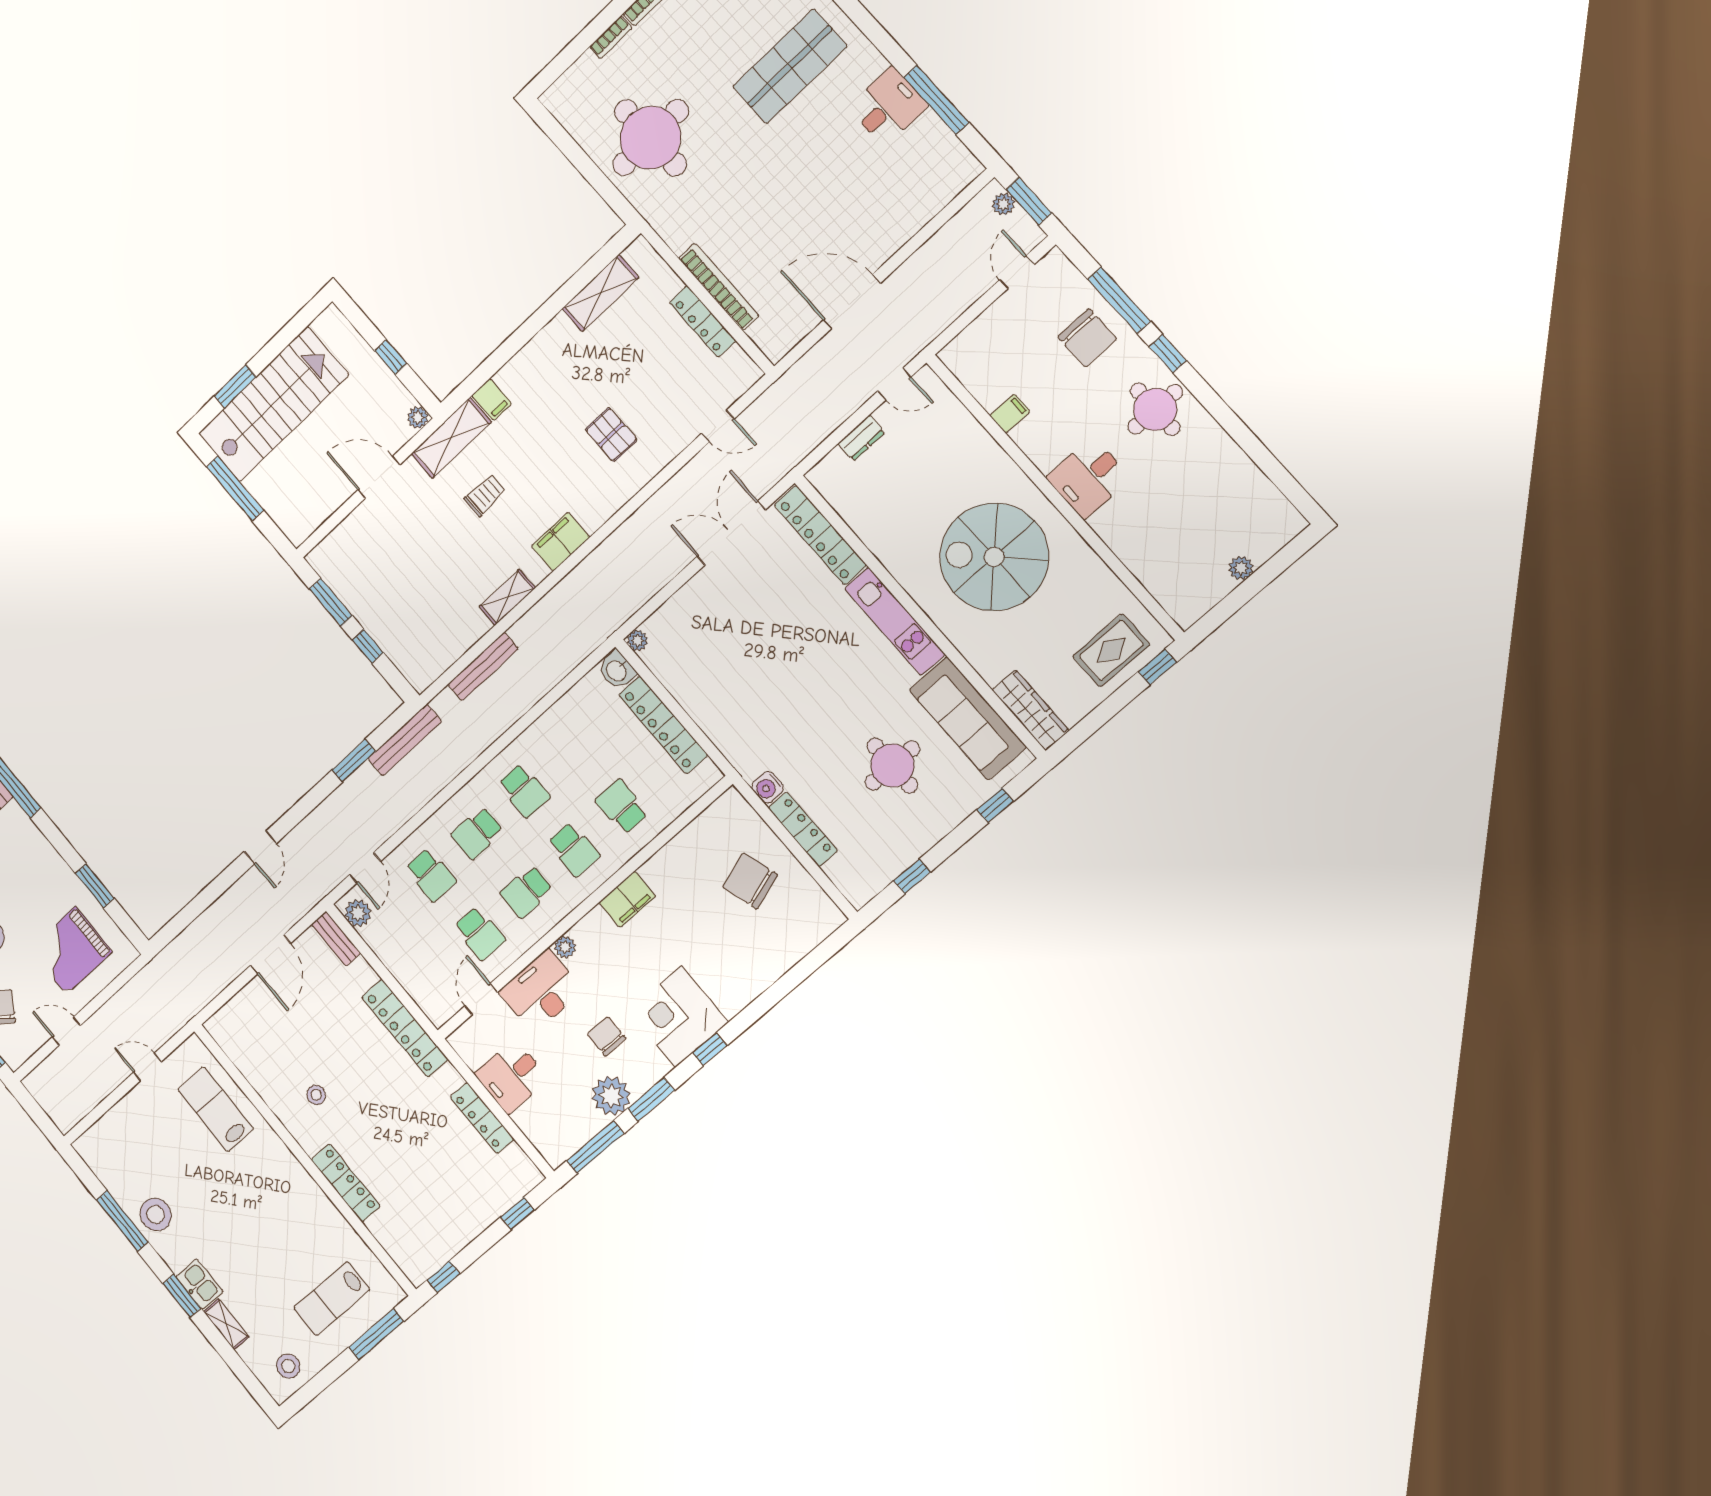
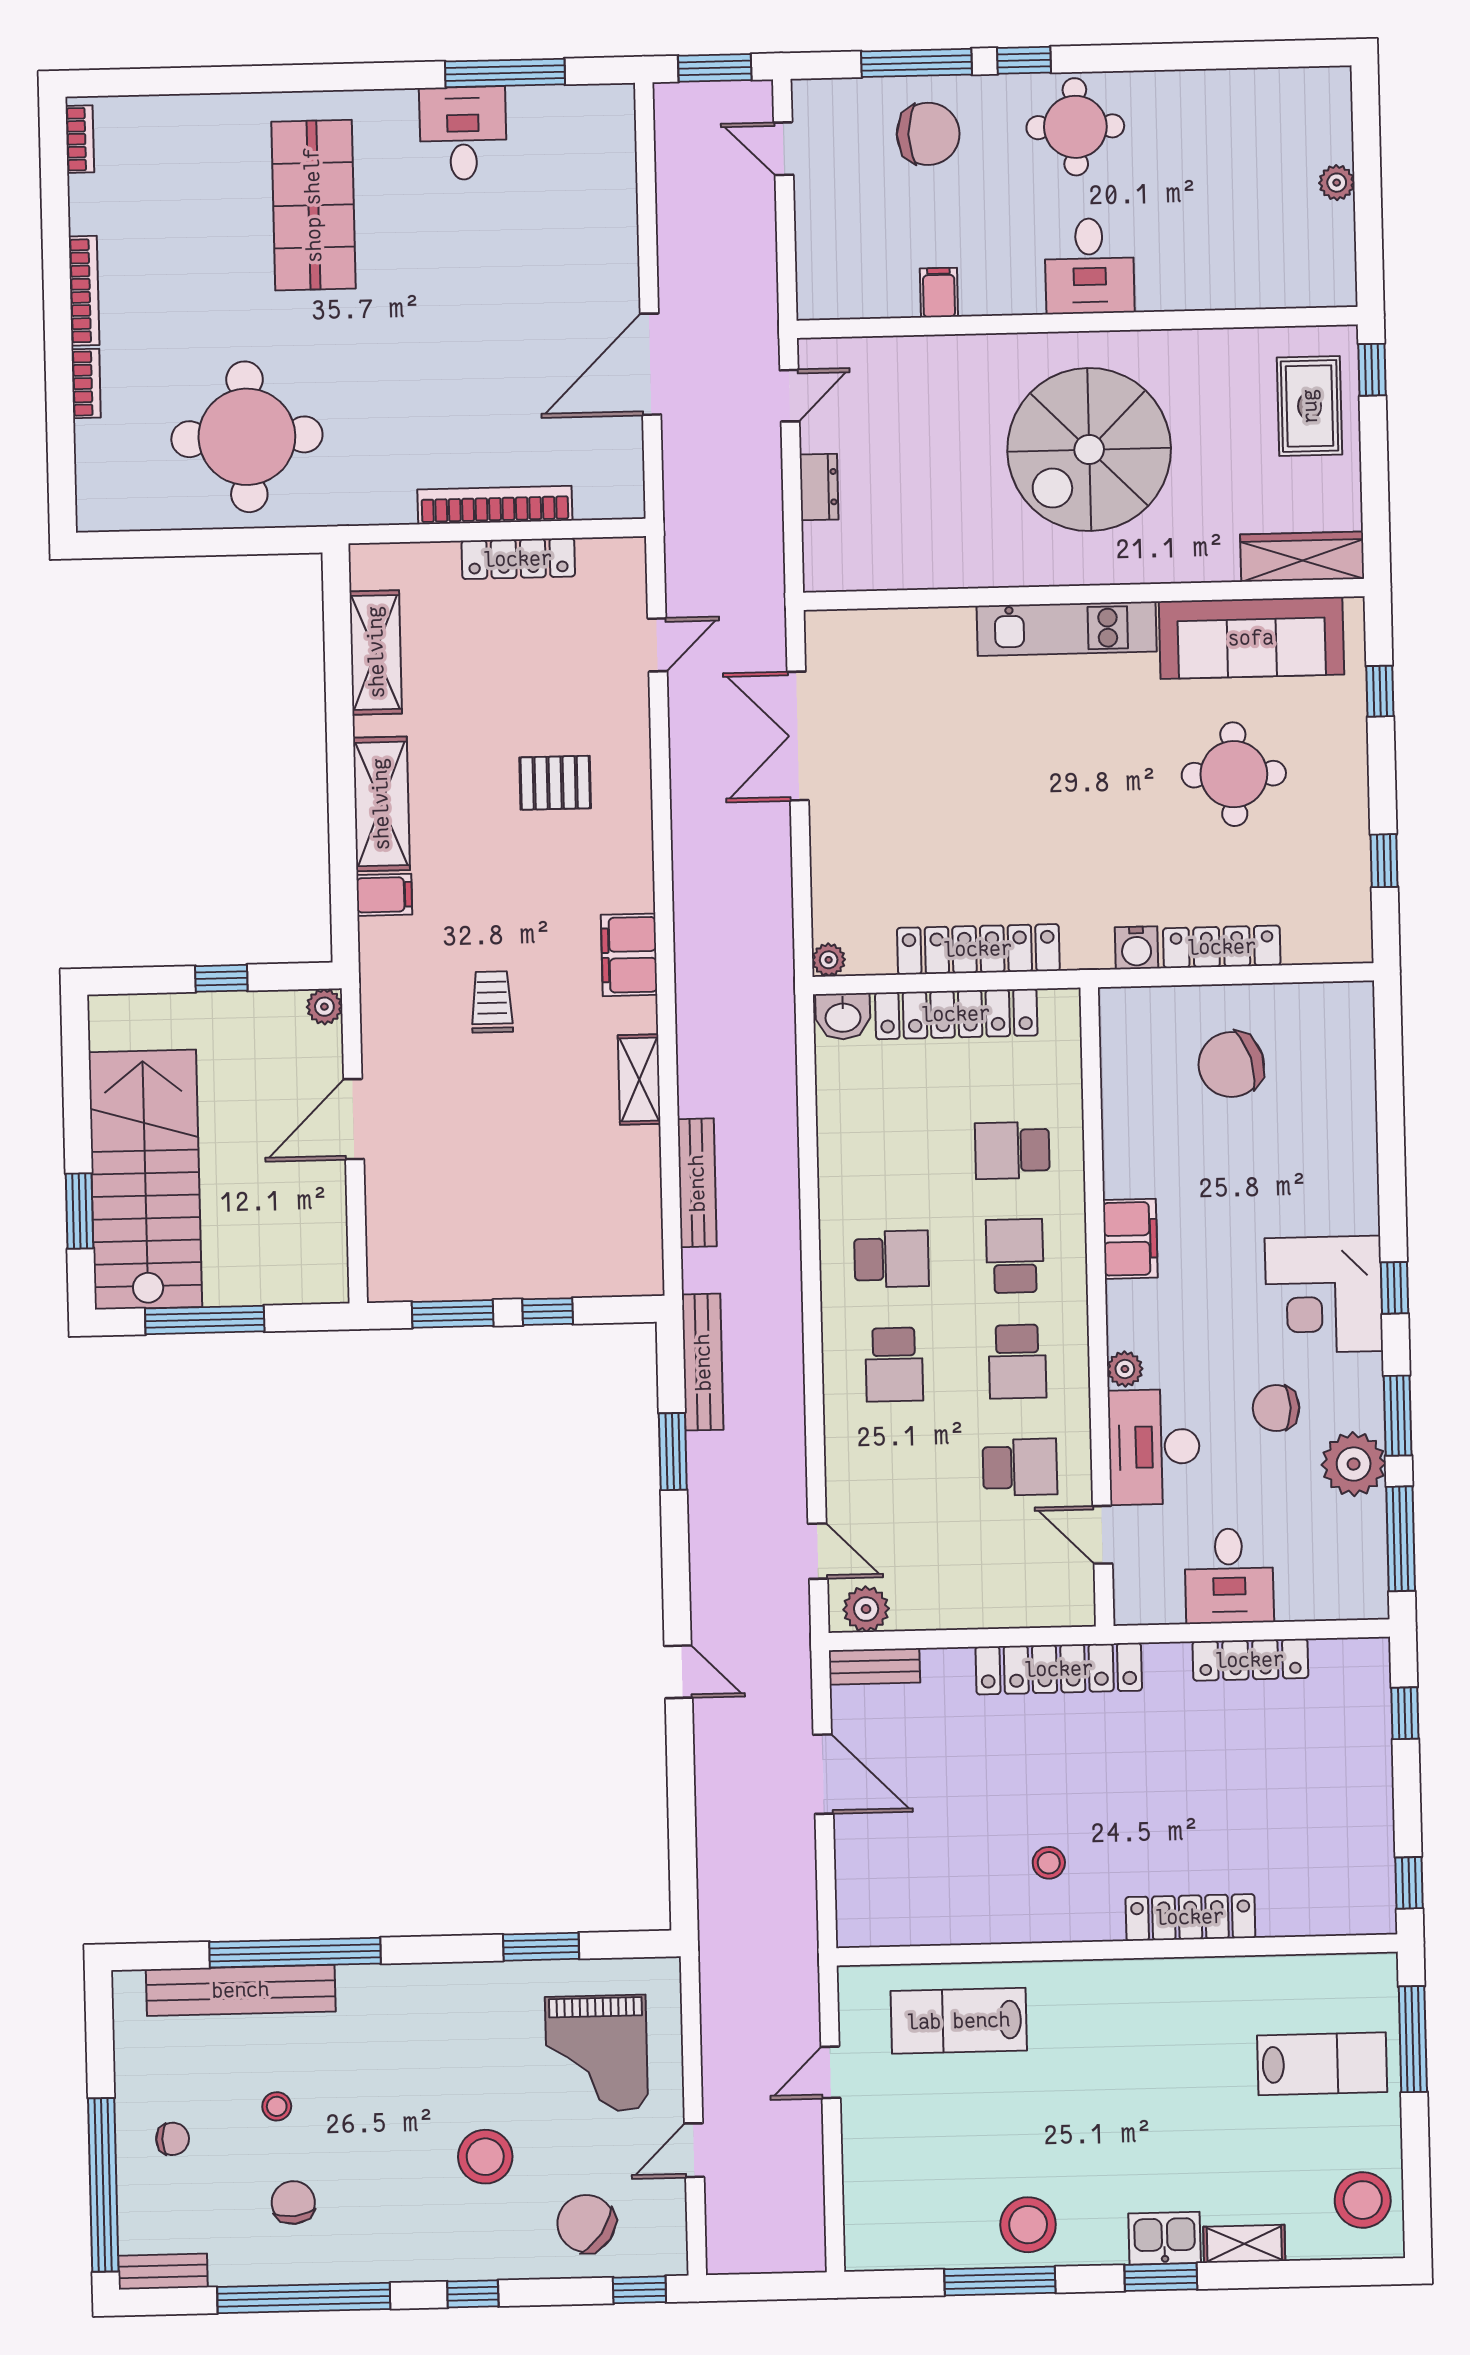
plant: (1004, 204) -> (692, 98), removed
shelving: (451, 438) -> (381, 804), moved
locker: (820, 535) -> (978, 949), moved, turned 180
school desk: (574, 849) -> (1015, 1256), turned -90
school desk: (431, 875) -> (897, 1470), removed
lab bench: (332, 1299) -> (1322, 2064), turned -90
stool: (288, 1366) -> (1363, 2200), width x1.38, depth x1.38

